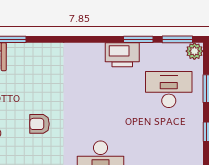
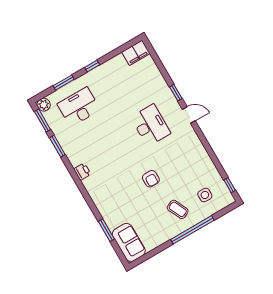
printer: (122, 55) -> (82, 172), moved, width x0.53, depth x0.68
desk: (169, 90) -> (79, 107), turned 90

